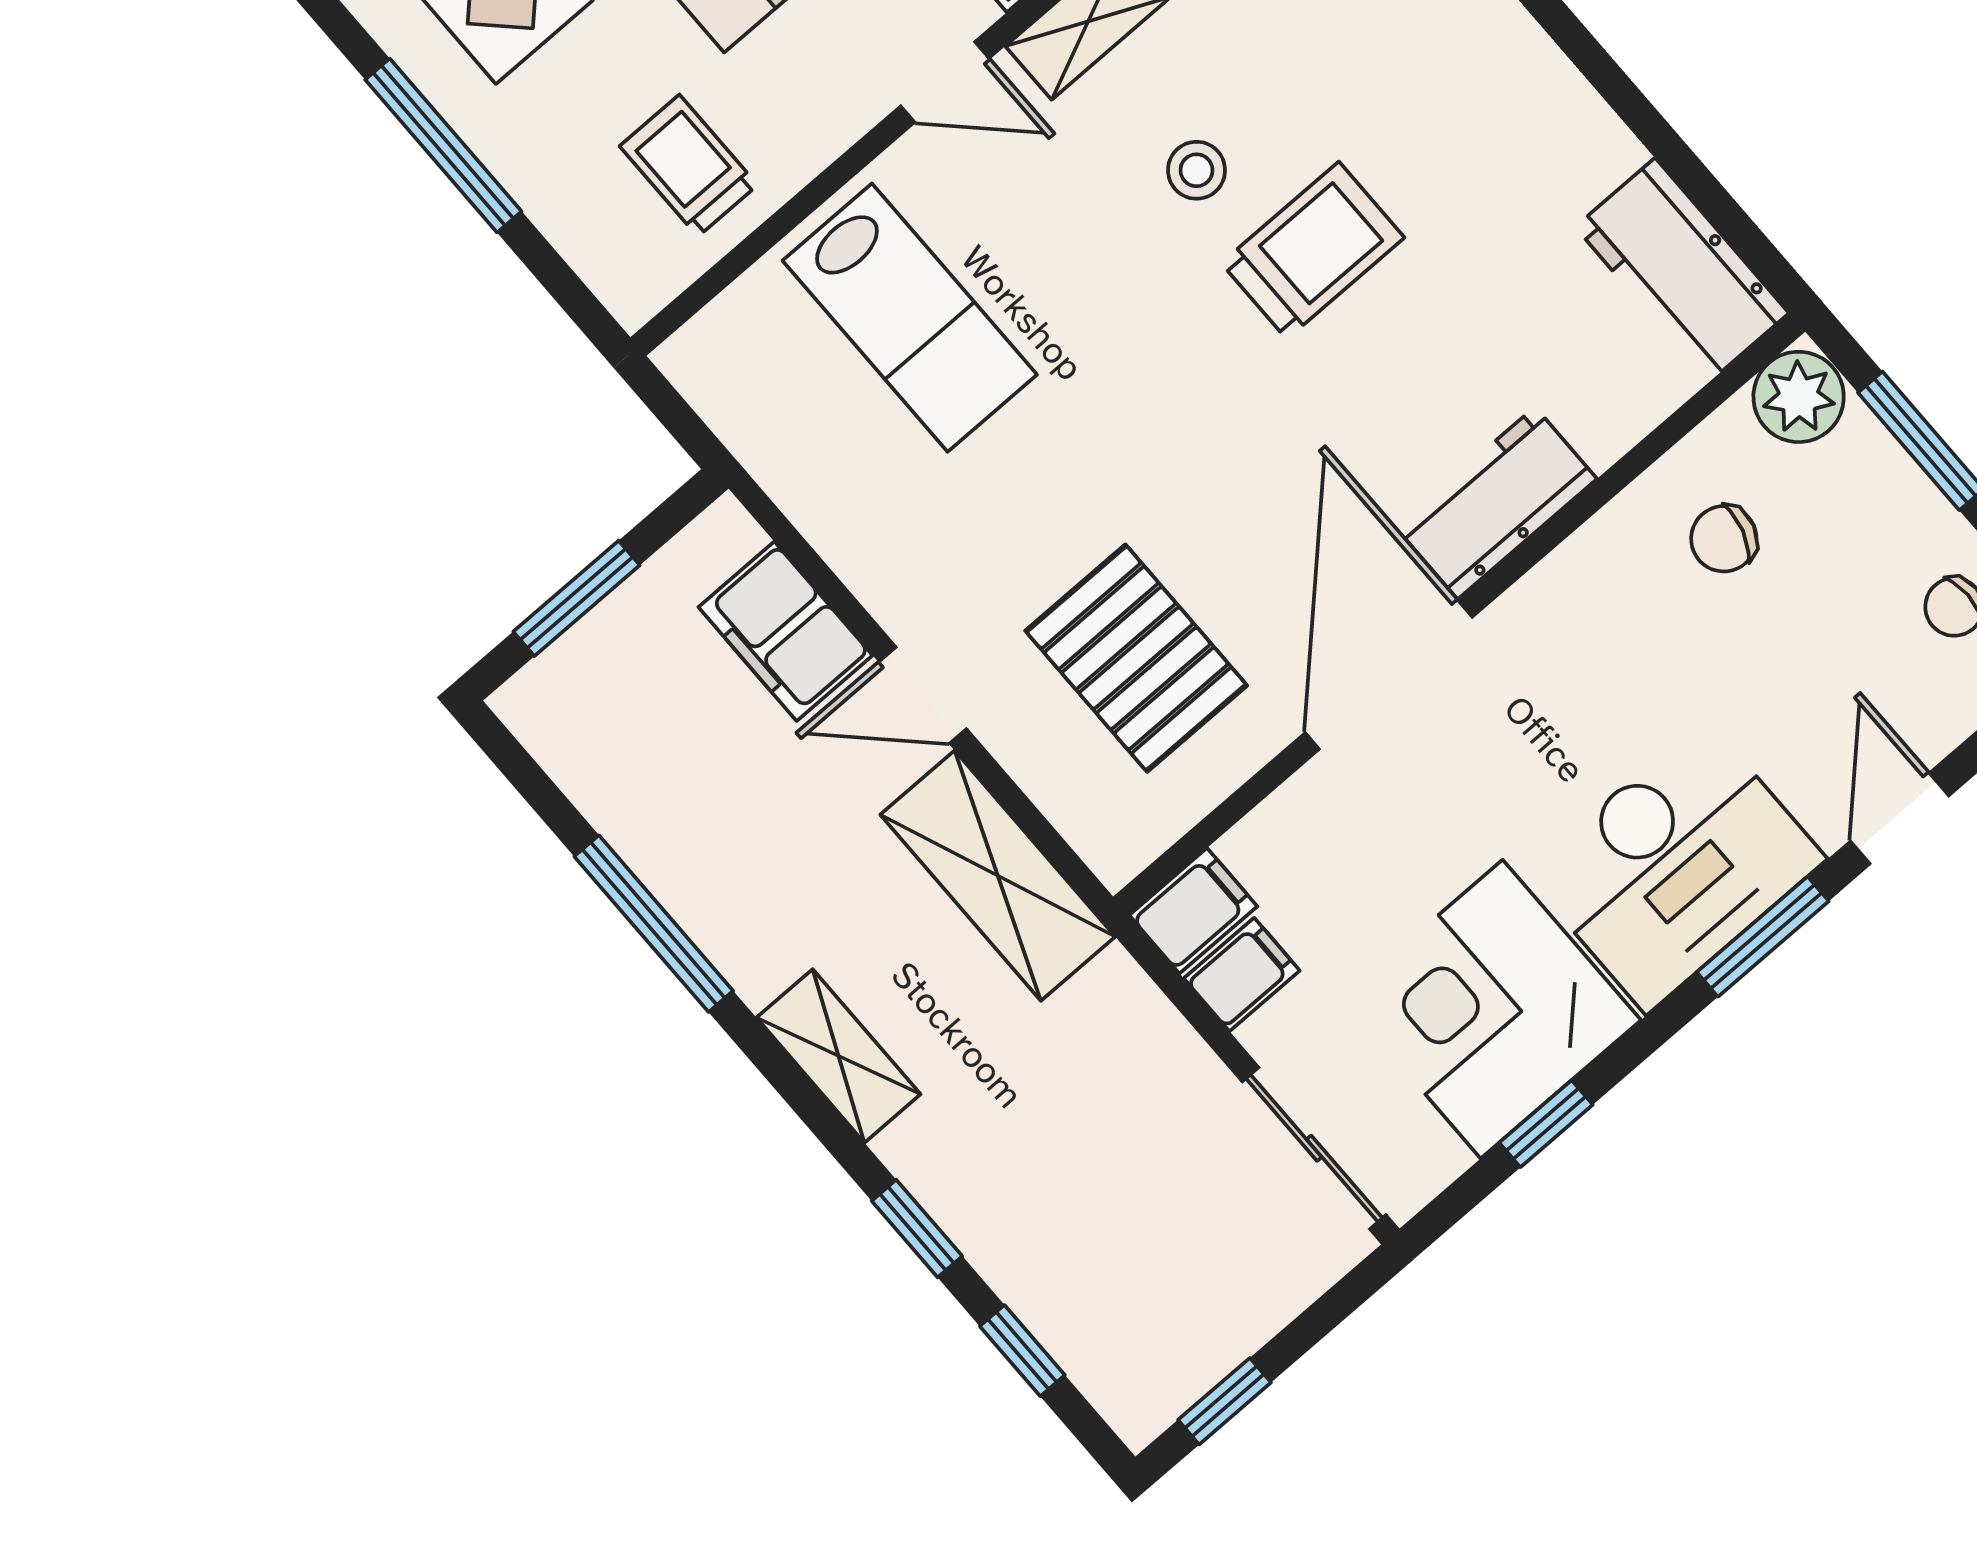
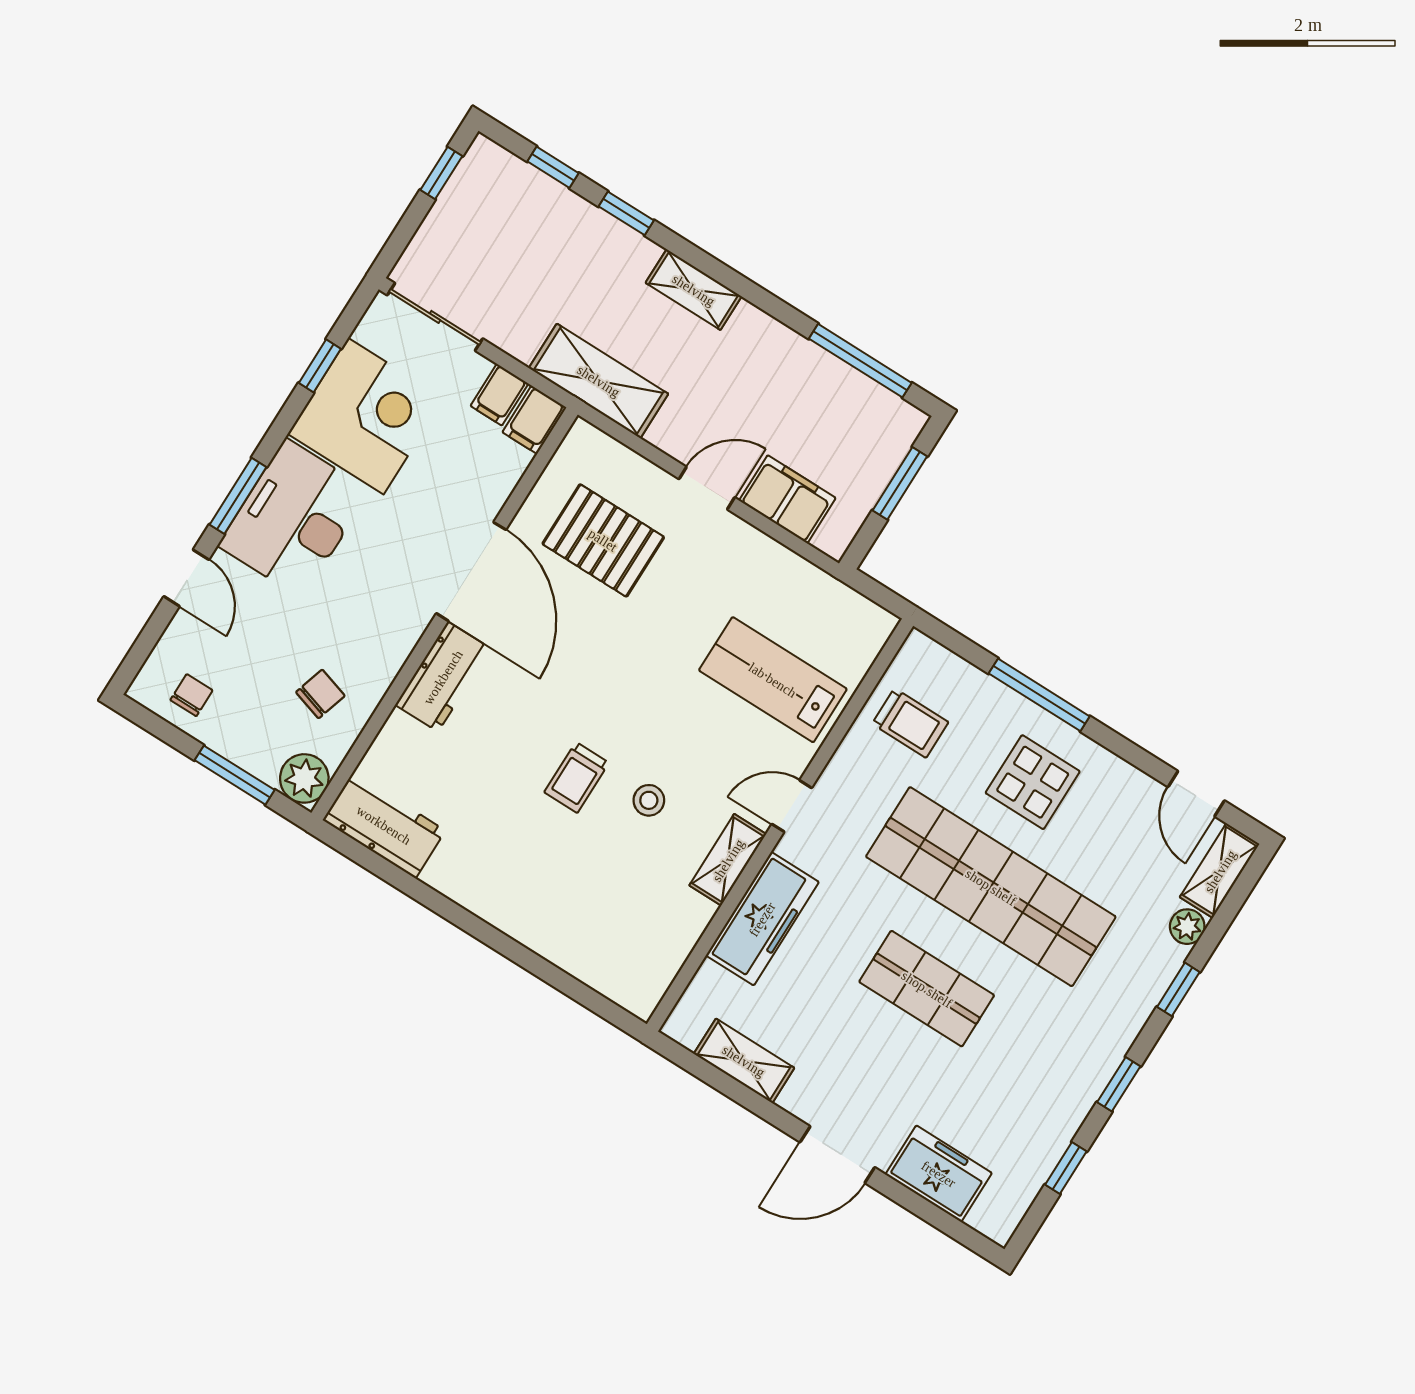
trolley: (1313, 250) -> (577, 777), width x0.73, depth x0.72
shelving: (998, 876) -> (599, 381), moved
window: (654, 924) -> (860, 361), moved

